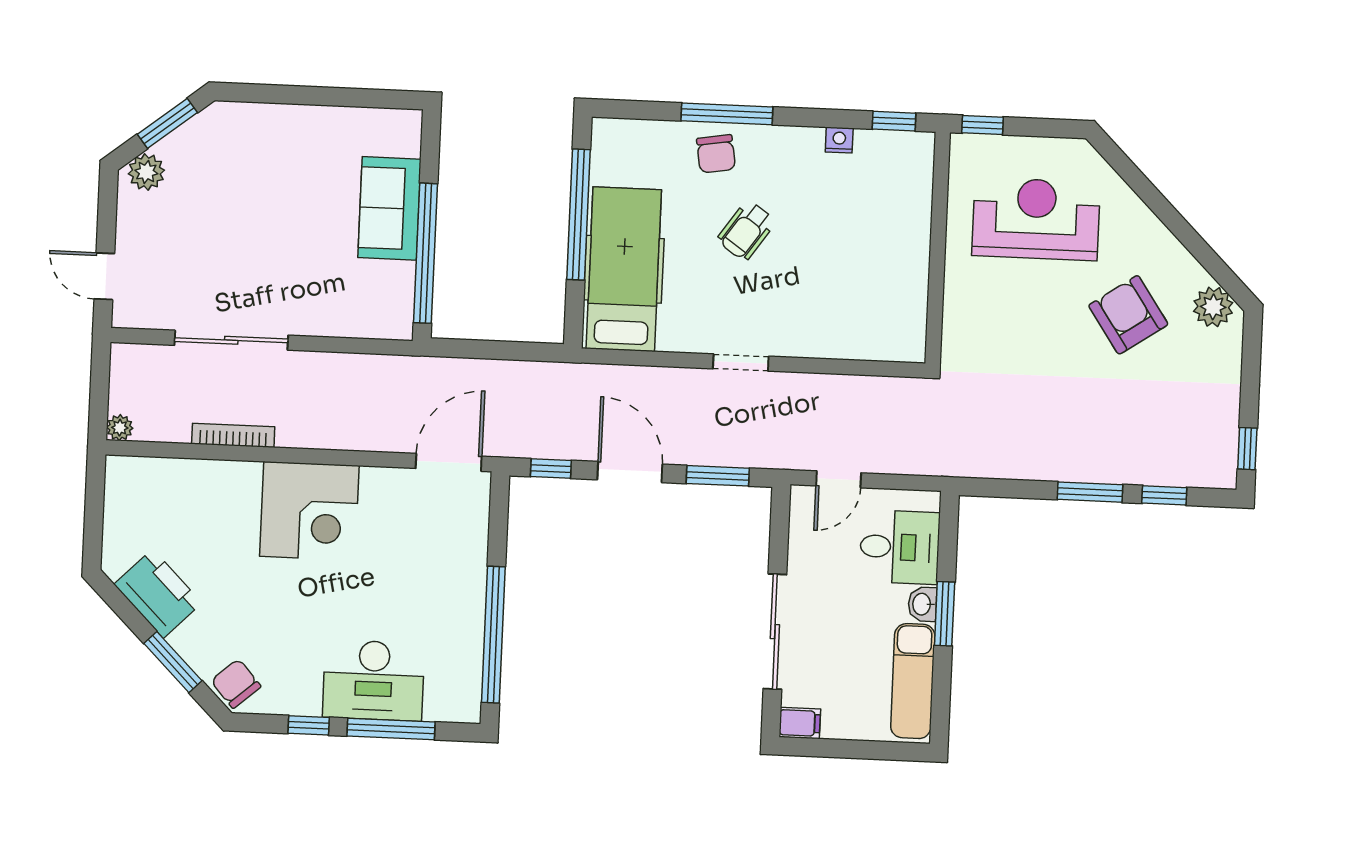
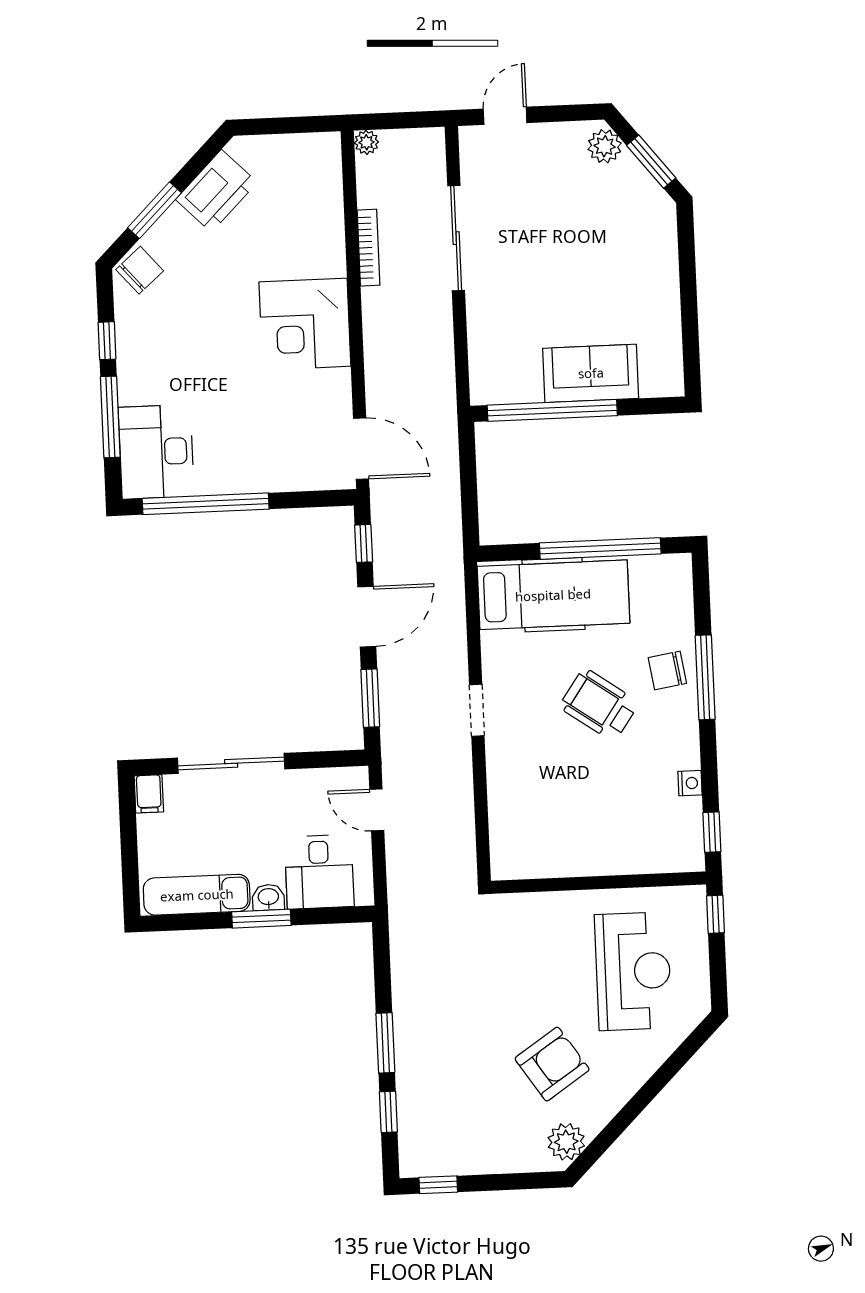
wheelchair: (746, 231) -> (599, 705), width x1.36, depth x1.37
desk: (374, 680) -> (156, 452), moved

